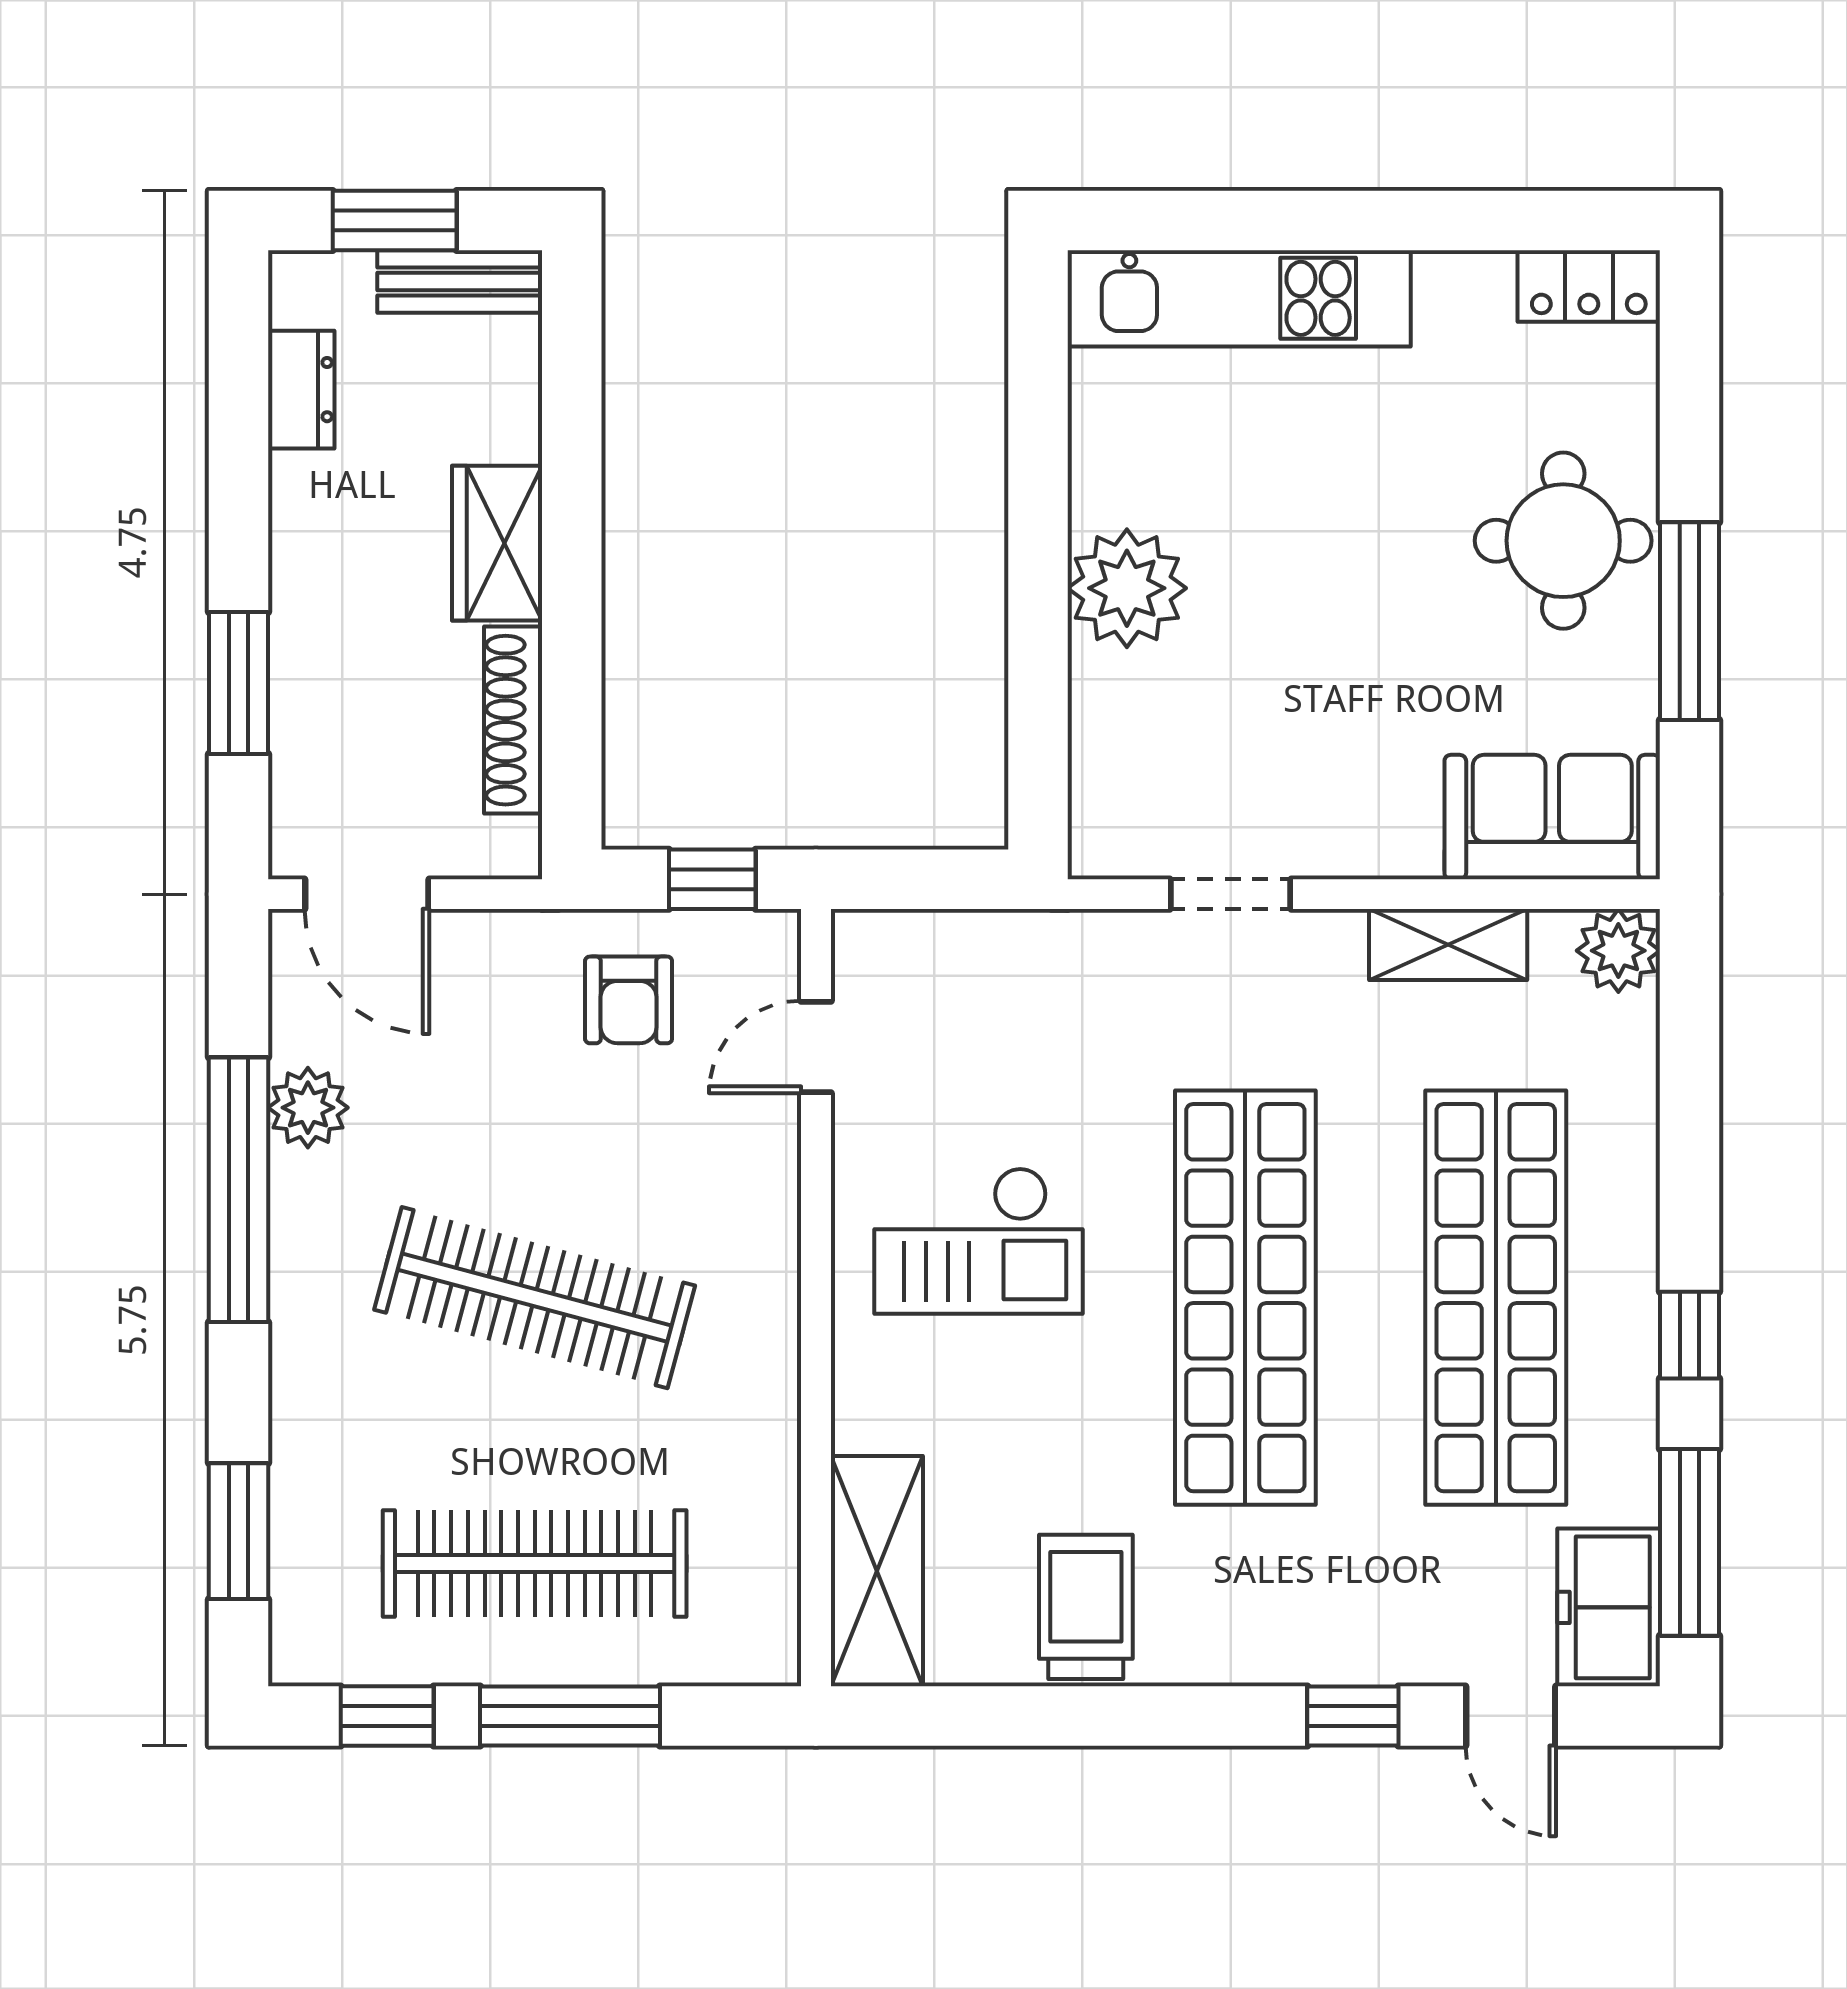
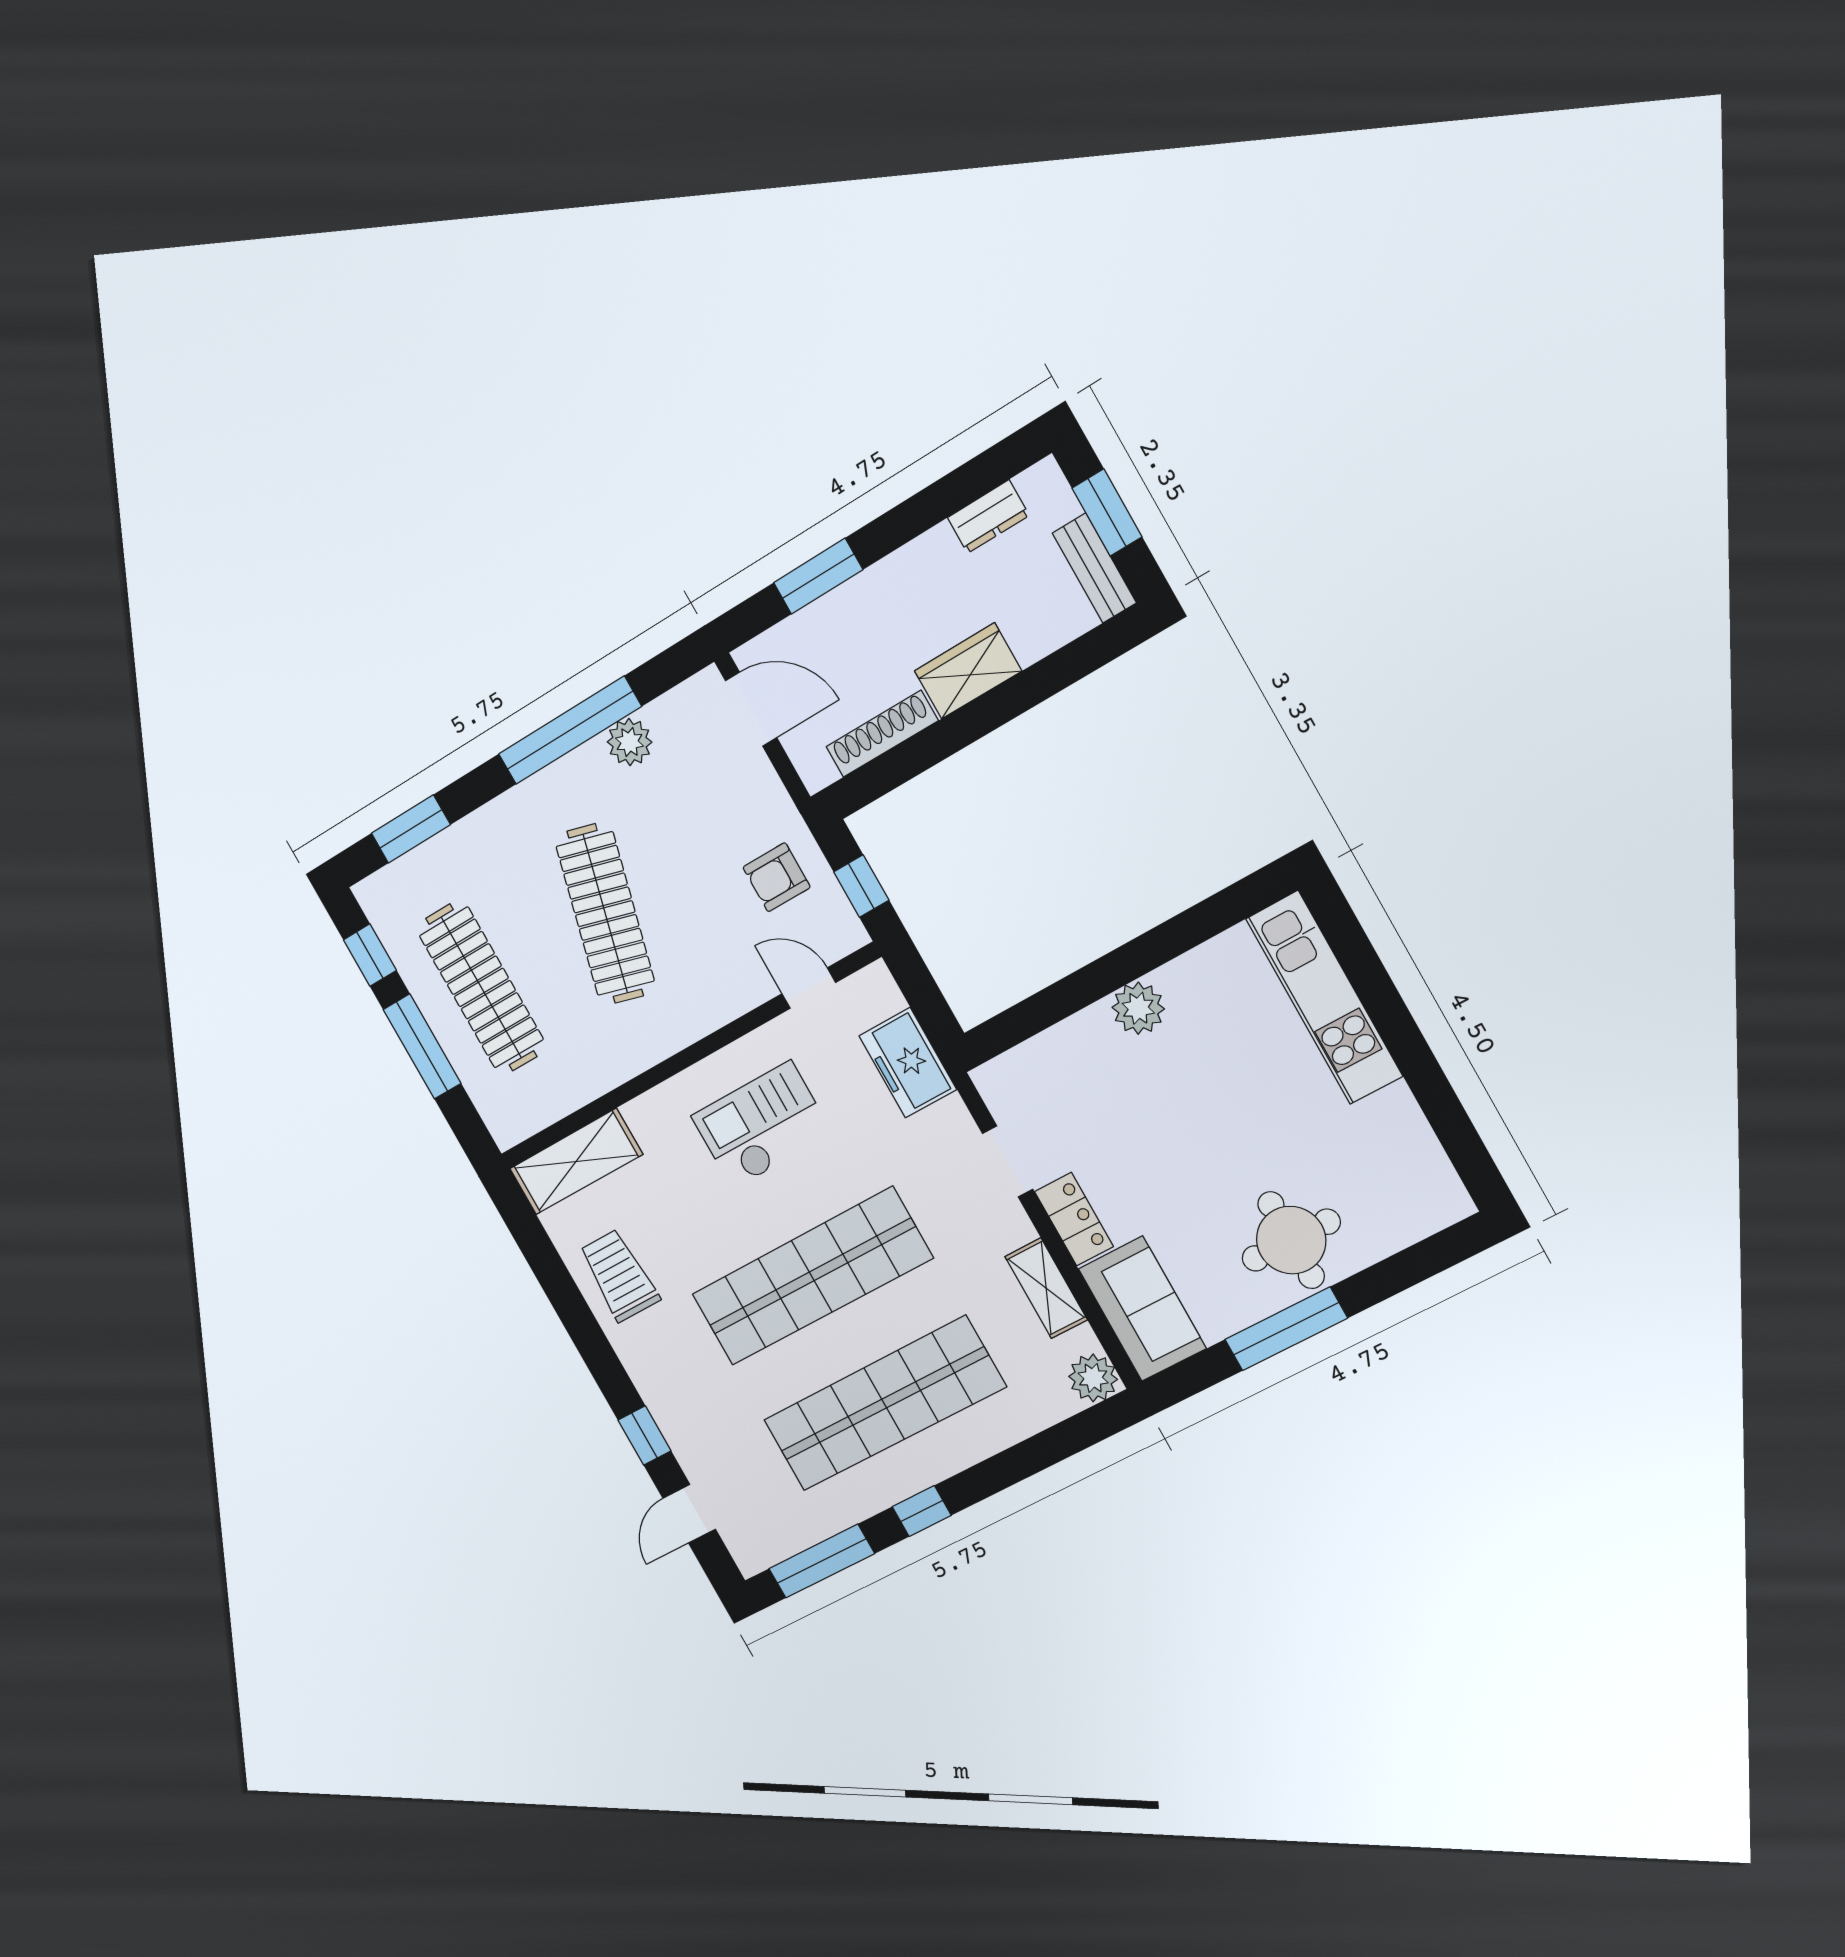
locker: (1589, 286) -> (1074, 1219), moved, turned 180
plant: (1127, 588) -> (1138, 1008), width x0.73, depth x0.73
door: (367, 894) -> (751, 709), swing flipped
checkout: (979, 1241) -> (762, 1125), turned 90
trolley: (1086, 1607) -> (619, 1275), turned -90
freezer: (1609, 1607) -> (908, 1063), moved, turned -90

